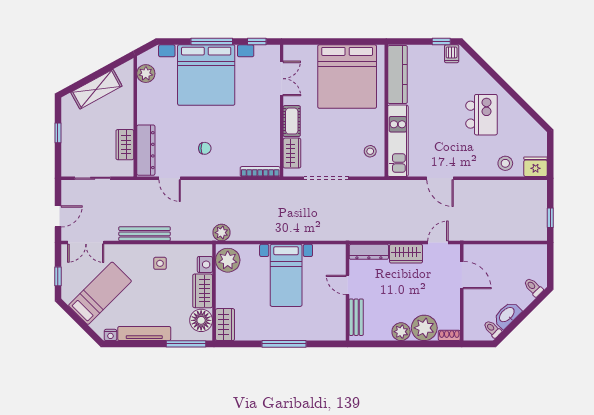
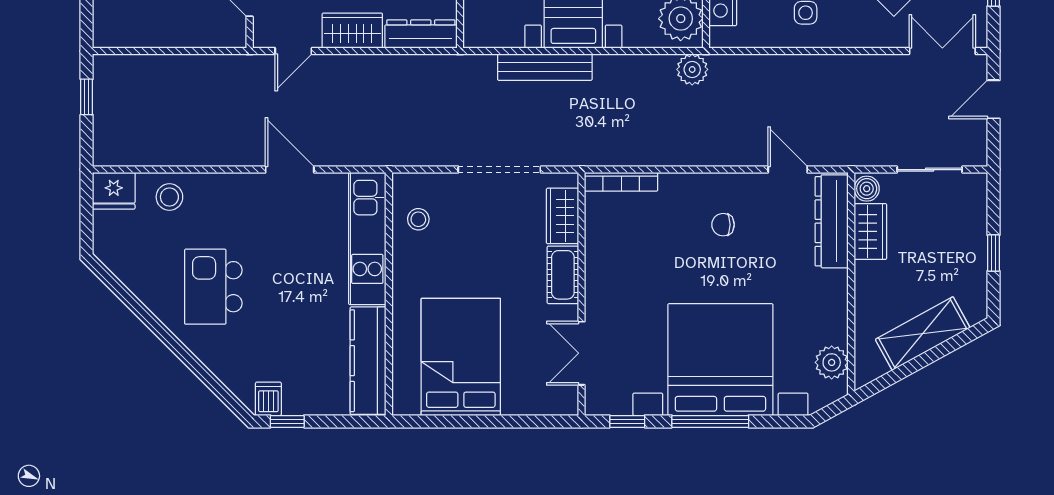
bed: (347, 77) -> (461, 357), width x0.73
boiler: (127, 168) -> (867, 189), added
bench: (145, 234) -> (545, 67), moved

